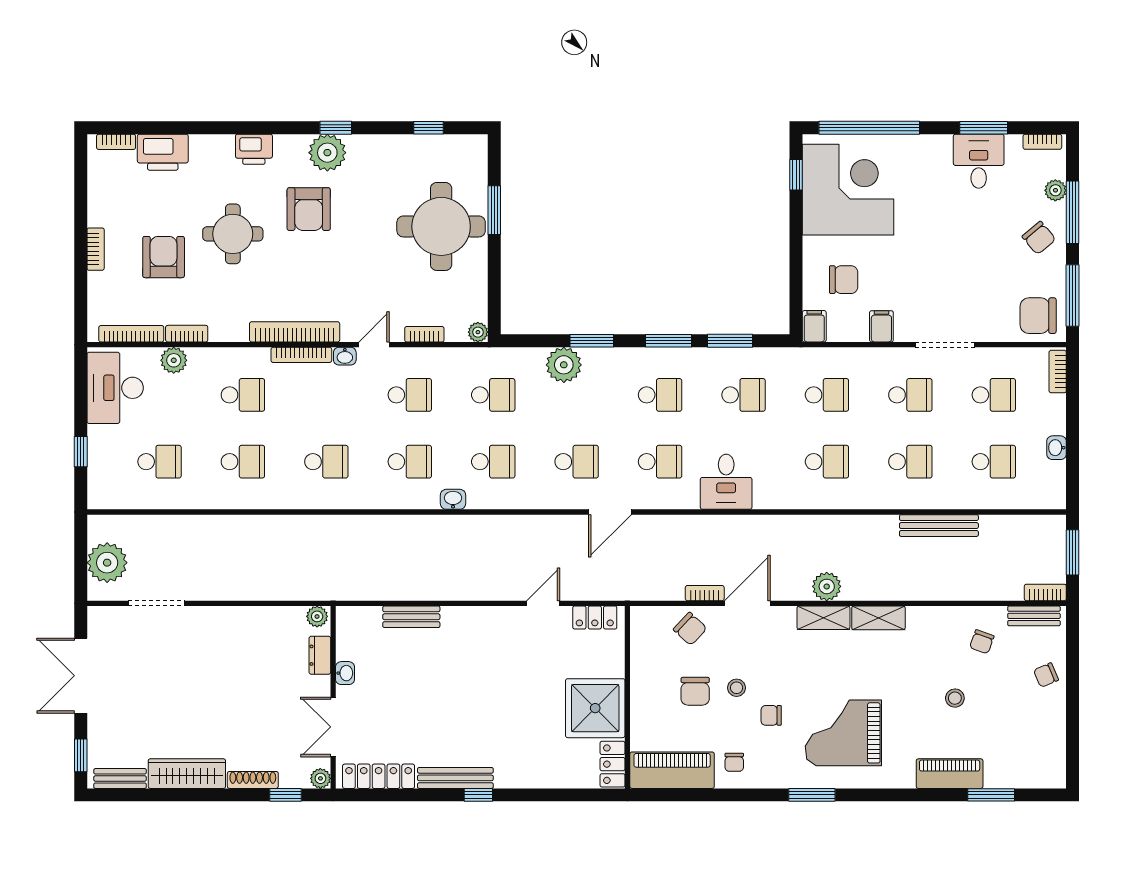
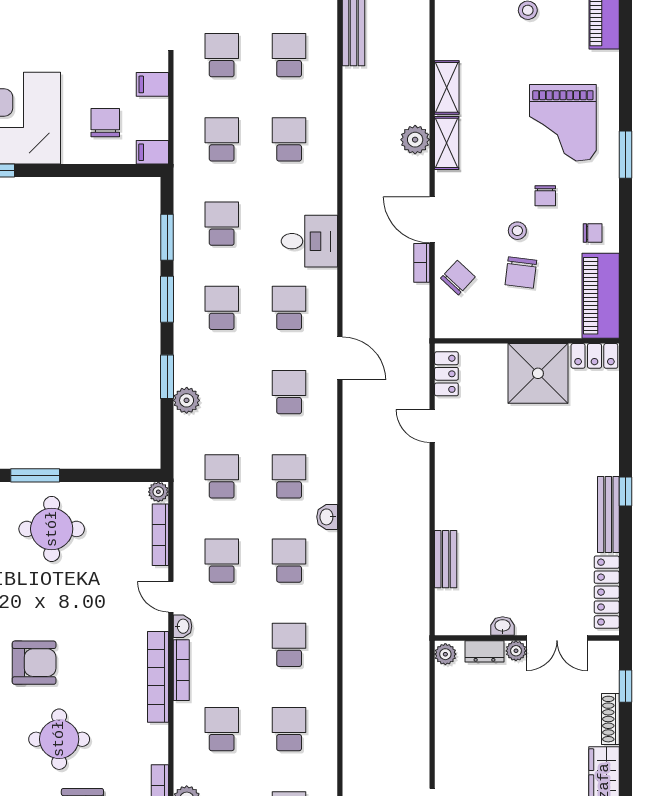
round table: (441, 226) -> (52, 529), width x0.73, depth x0.73
bookcase: (424, 334) -> (160, 535), width x1.56
plant: (564, 365) -> (187, 400), width x0.73, depth x0.73
chair: (695, 691) -> (521, 272), turned 97
plant: (320, 778) -> (516, 651), moved

